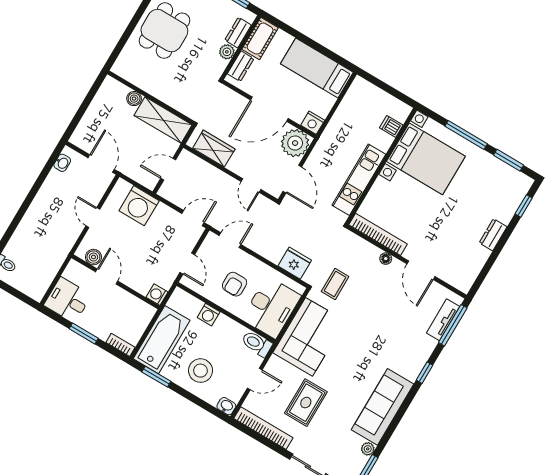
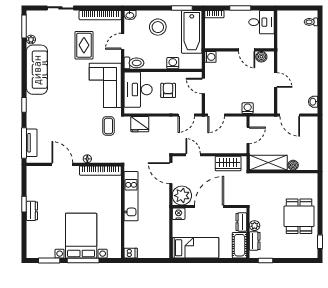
dishwasher: (391, 126) -> (131, 253), moved
bed with nightstands: (426, 159) -> (81, 236), moved, turned 90
washing machine: (139, 206) -> (248, 108), width x0.53, depth x0.53
window: (524, 206) -> (24, 204), moved

